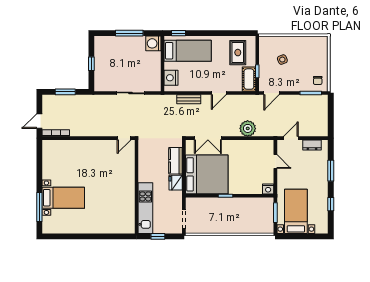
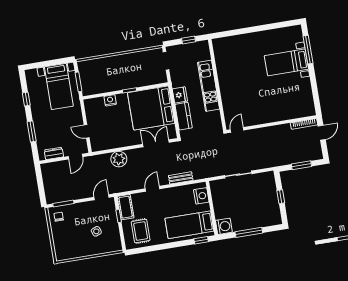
nightstand: (268, 189) -> (110, 100), moved
kitchen unit: (145, 208) -> (209, 86), moved

